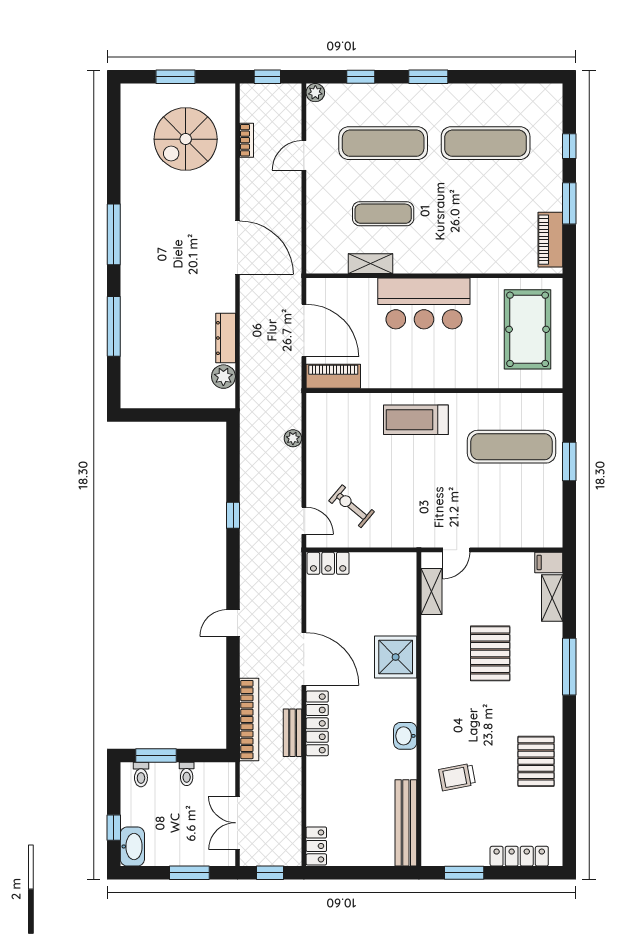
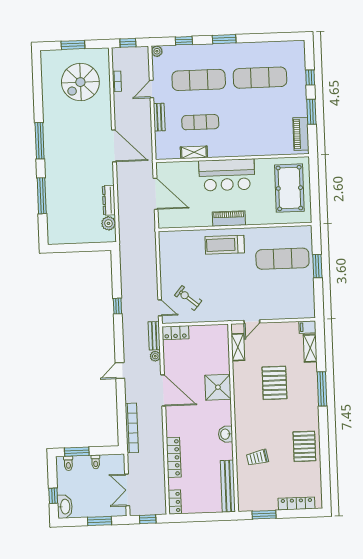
bench: (315, 203) -> (159, 117), added
piano: (333, 376) -> (229, 219), moved
plant: (293, 438) -> (155, 356), moved
locker: (317, 723) -> (174, 457), moved
bench: (293, 733) -> (154, 336), moved

